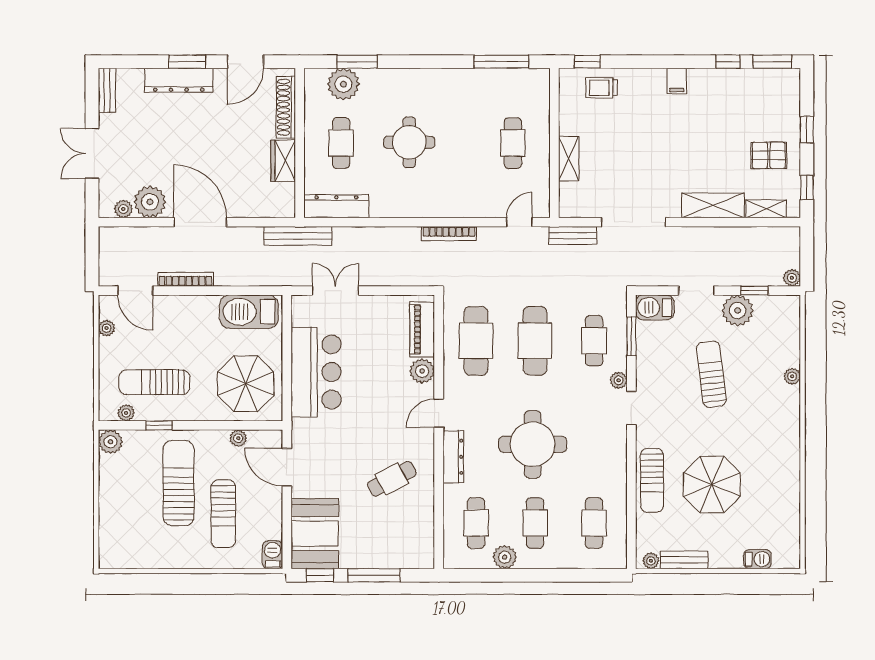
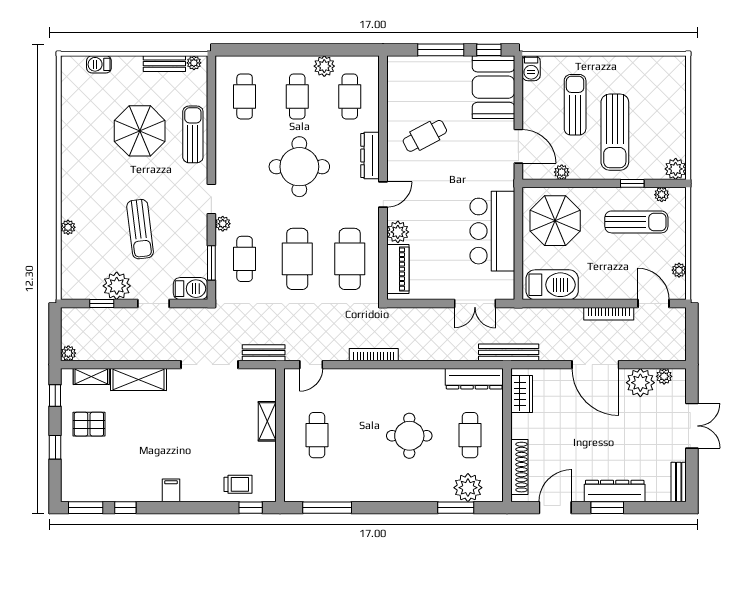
wardrobe: (283, 161) -> (522, 394), moved
plant: (792, 278) -> (68, 353), moved

